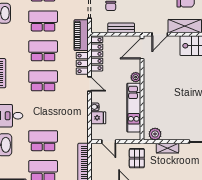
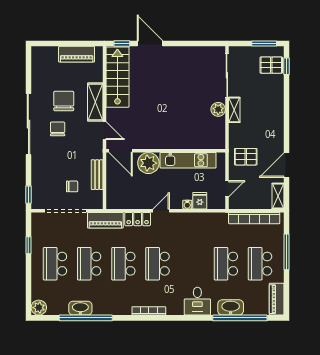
locker: (97, 54) -> (127, 202), removed
plant: (136, 77) -> (148, 163), width x1.88, depth x1.88
plant: (155, 134) -> (218, 109), moved
shelving: (167, 148) -> (234, 110), moved

